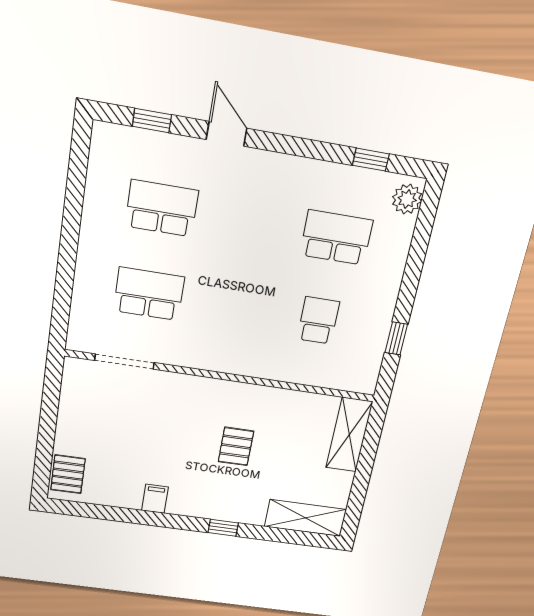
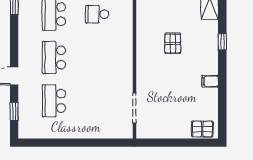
school desk: (149, 294) -> (54, 57), moved
pallet: (236, 446) -> (173, 43), turned 90

